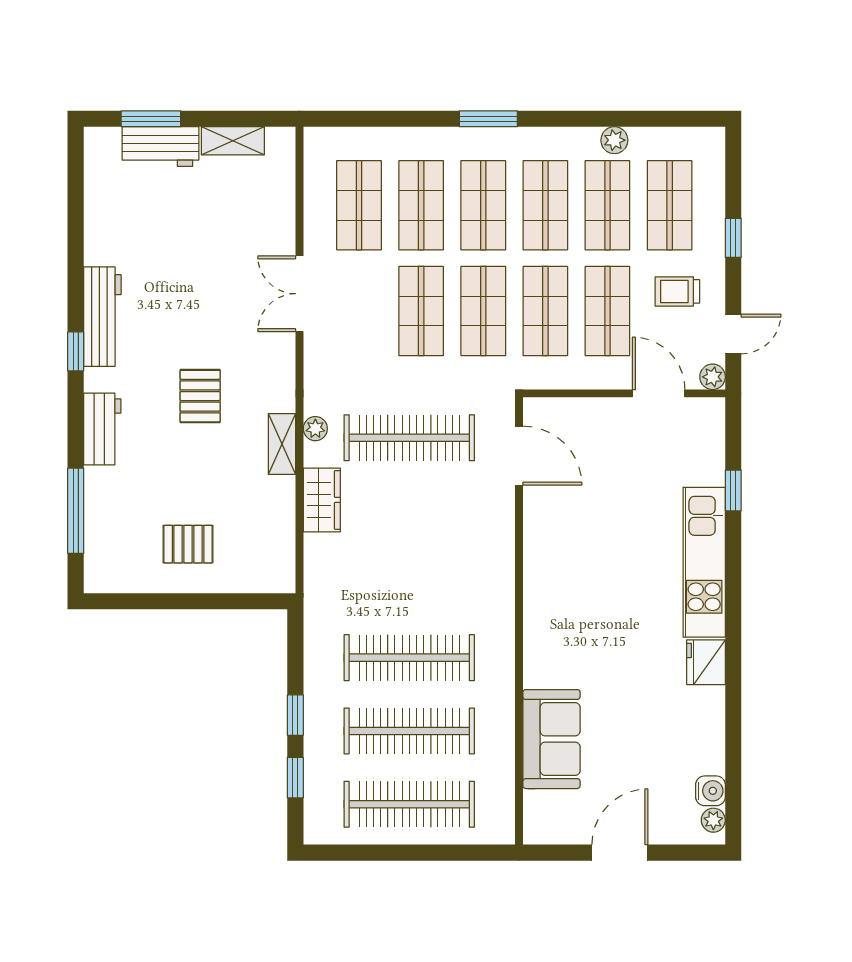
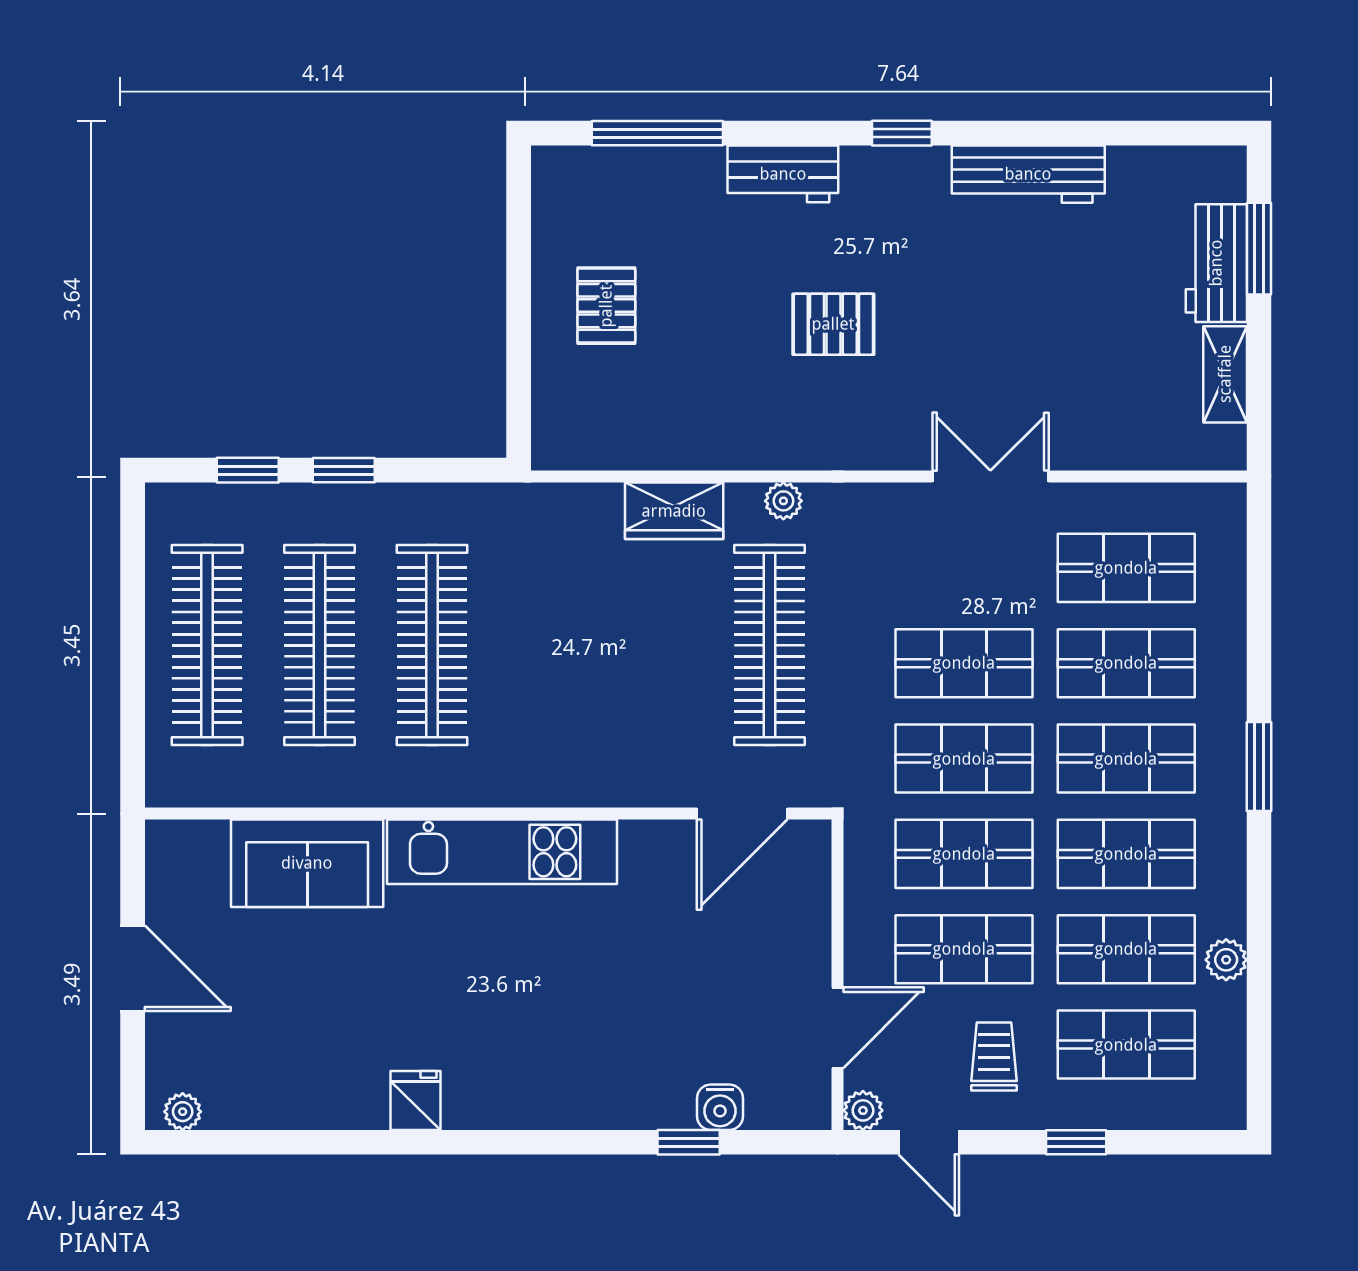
workbench: (102, 317) -> (1028, 174), moved
shelving: (282, 444) -> (760, 450), removed
kitchen unit: (704, 562) -> (502, 852), moved, turned 180
fridge: (706, 662) -> (416, 1100), width x0.72
water cooler: (710, 791) -> (720, 1107), moved

